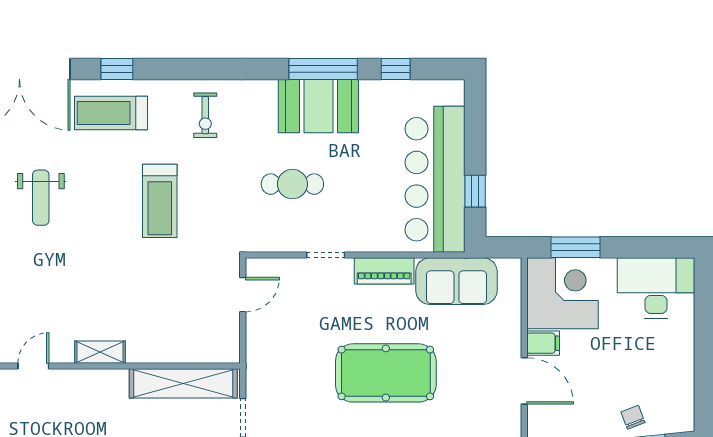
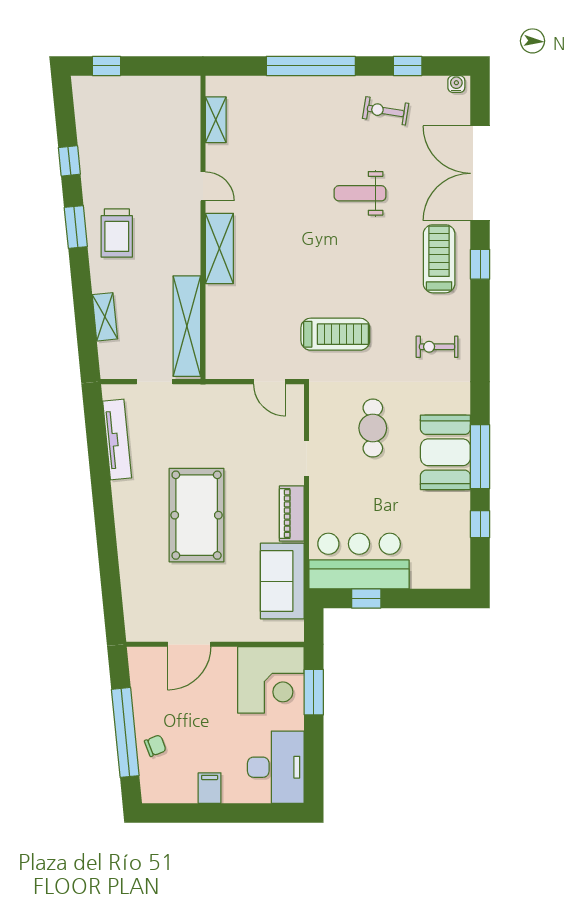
bar counter: (435, 179) -> (359, 561), width x0.73
treadmill: (160, 201) -> (335, 334), moved, turned 180
filing cabinet: (543, 343) -> (210, 788), moved, turned 180
shelving: (100, 352) -> (219, 248), width x1.50, depth x1.33

